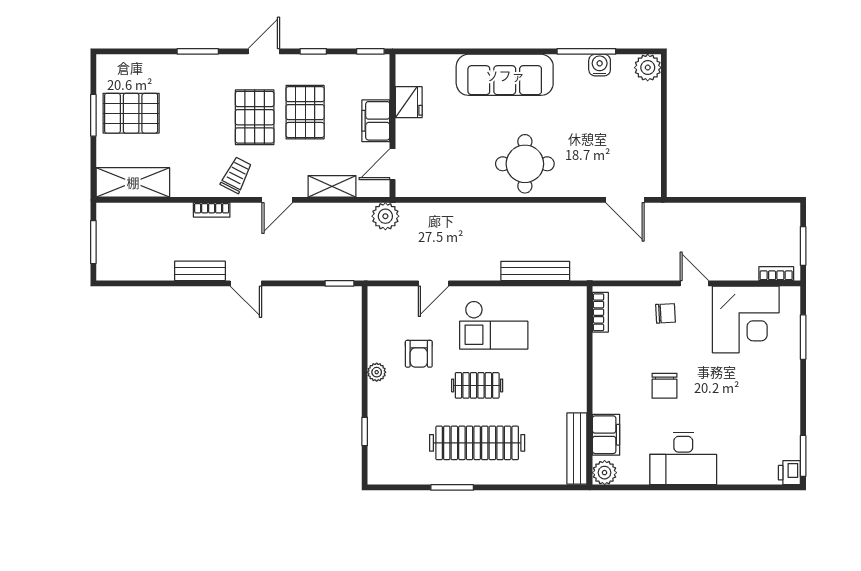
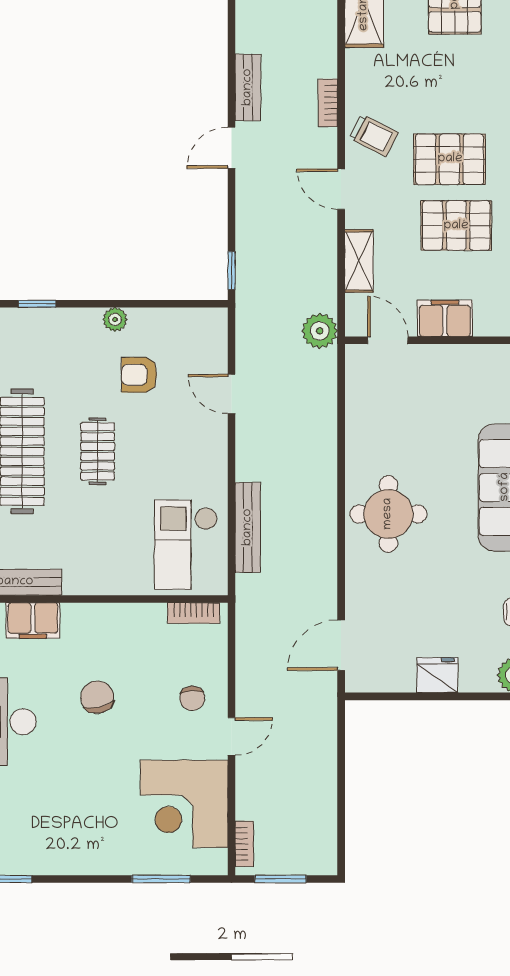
fridge: (409, 102) -> (437, 675), moved, turned 180
checkout: (494, 325) -> (186, 545), moved
chair: (664, 386) -> (97, 697), turned 78

